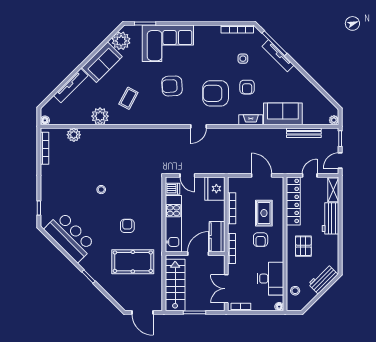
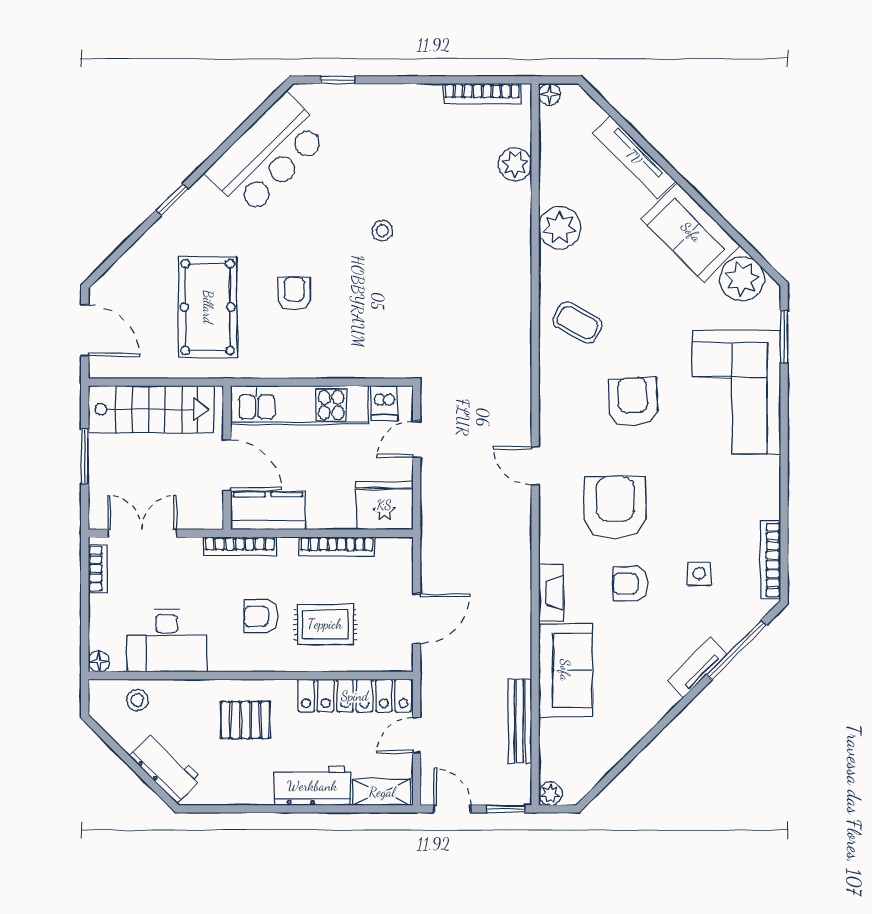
tv unit: (278, 56) -> (697, 667), width x0.71
coffee table: (128, 98) -> (578, 323), moved
door: (310, 175) -> (417, 735), swing flipped
armchair: (127, 226) -> (294, 294), turned -90
door: (142, 312) -> (85, 330), swing flipped

